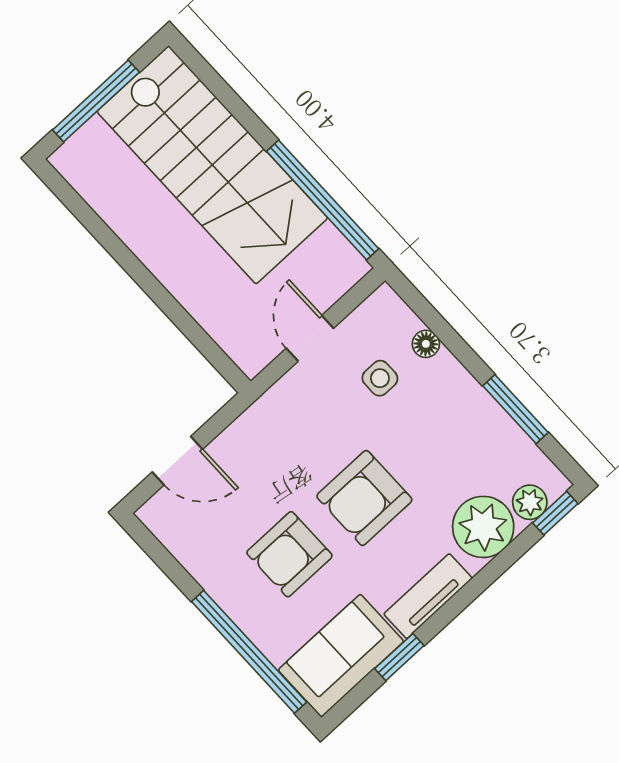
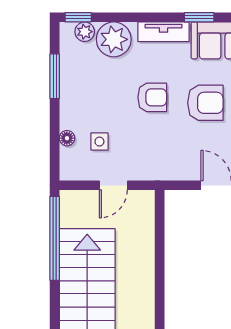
armchair: (364, 498) -> (152, 97), width x0.72, depth x0.72

